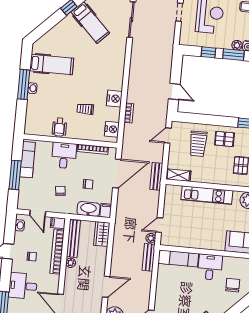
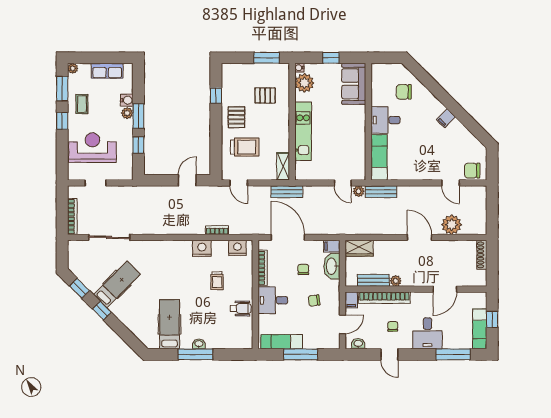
bench: (73, 239) -> (373, 280), width x0.73

